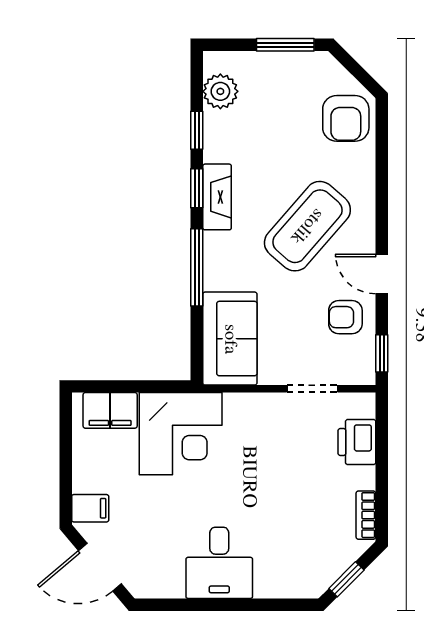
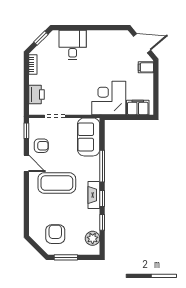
armchair: (346, 118) -> (55, 234), moved
coffee table: (307, 226) -> (57, 183), turned 49
desk: (219, 563) -> (73, 45), moved

